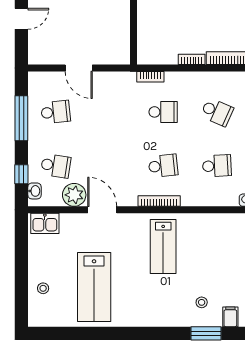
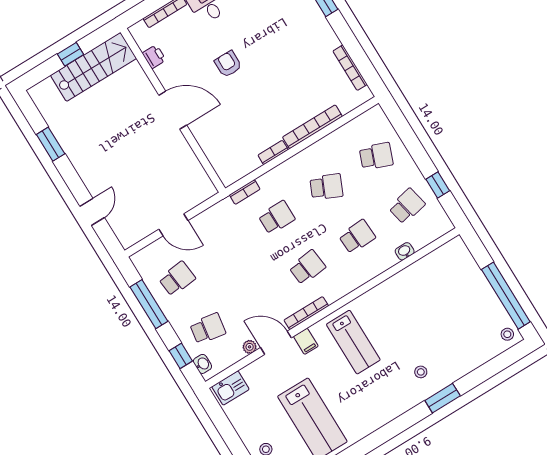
plant: (74, 195) -> (250, 347), width x0.53, depth x0.53
bookcase: (159, 201) -> (306, 313), moved
filing cabinet: (230, 317) -> (306, 341), moved, turned 180

